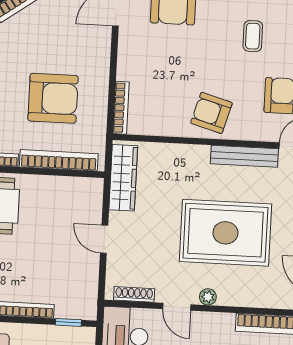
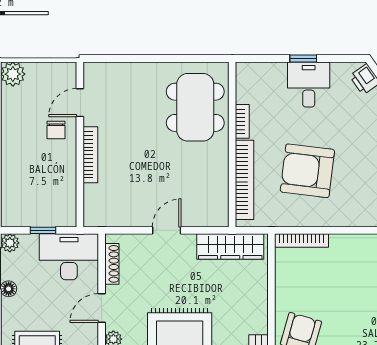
armchair: (53, 98) -> (307, 171), turned 97
window: (68, 322) -> (80, 198), removed

